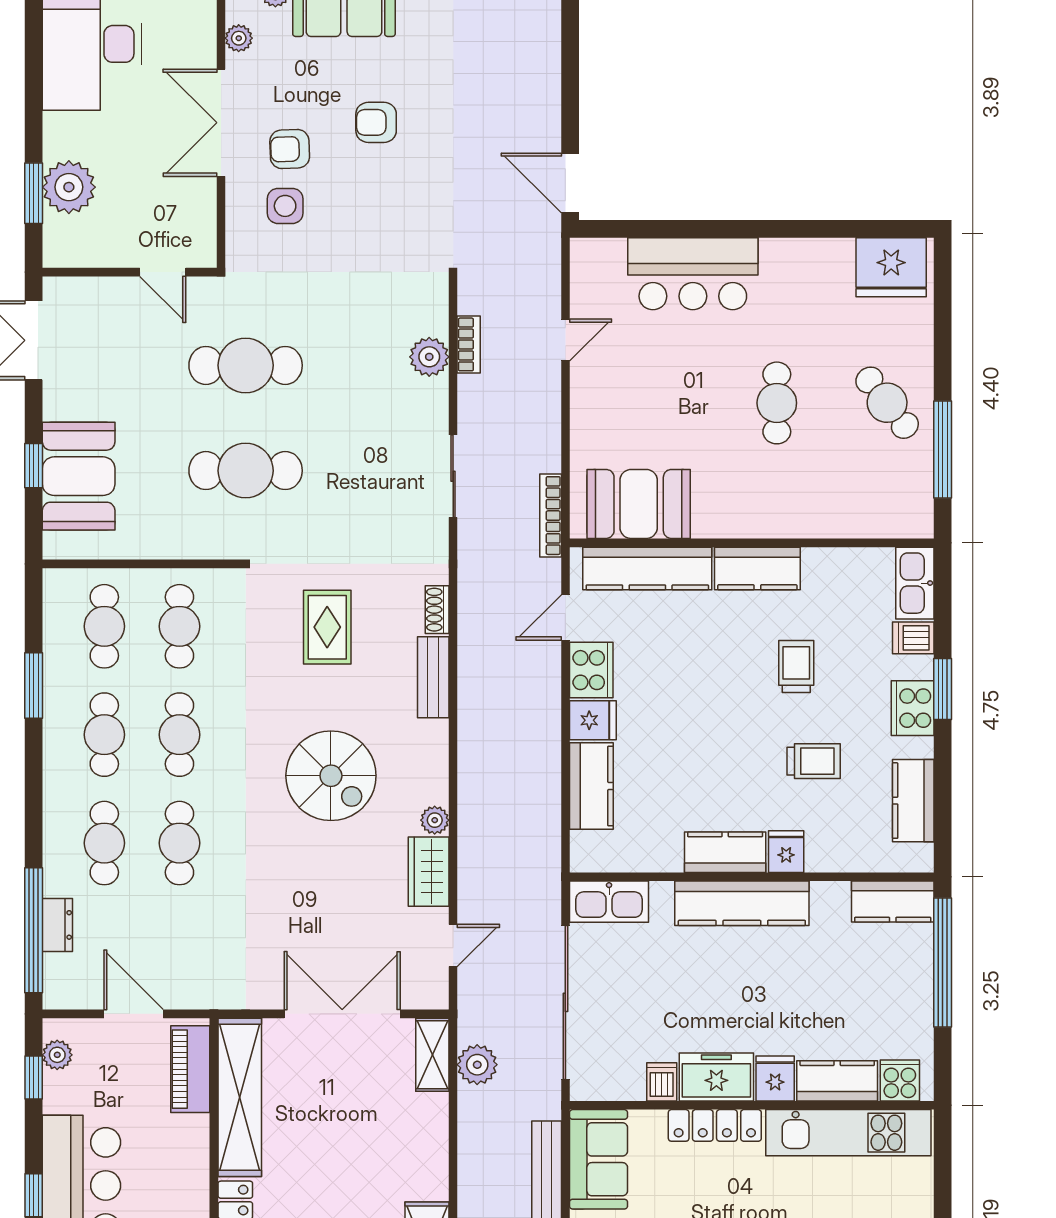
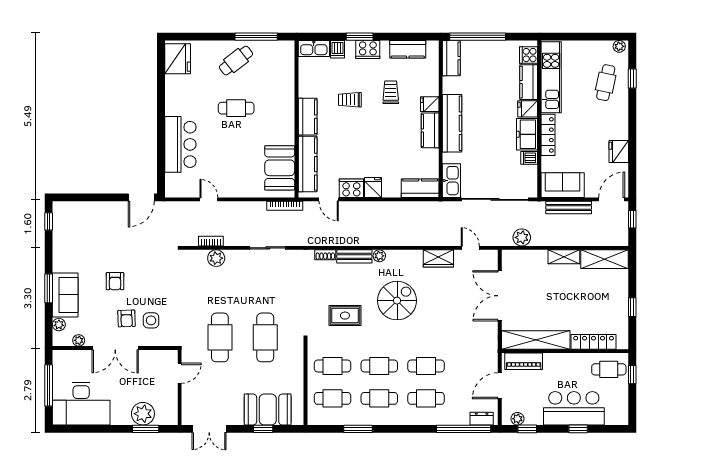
rug: (327, 627) -> (345, 316), moved
kitchen counter: (591, 786) -> (420, 188), moved
plant: (435, 820) -> (379, 256), moved
dresser: (57, 925) -> (482, 419), moved
shelving: (432, 1055) -> (564, 257), moved

